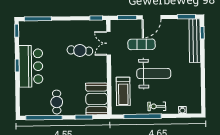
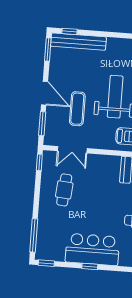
cafe table: (80, 51) -> (64, 190), moved

